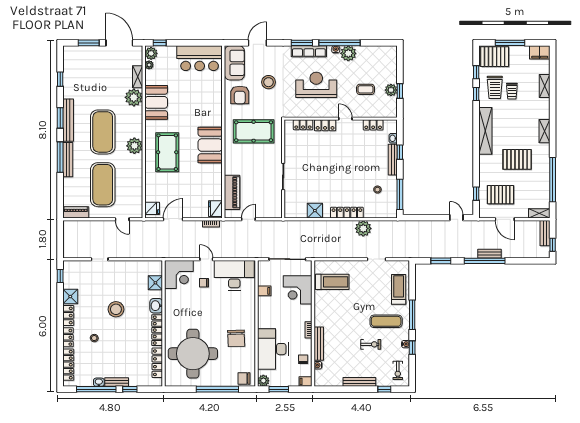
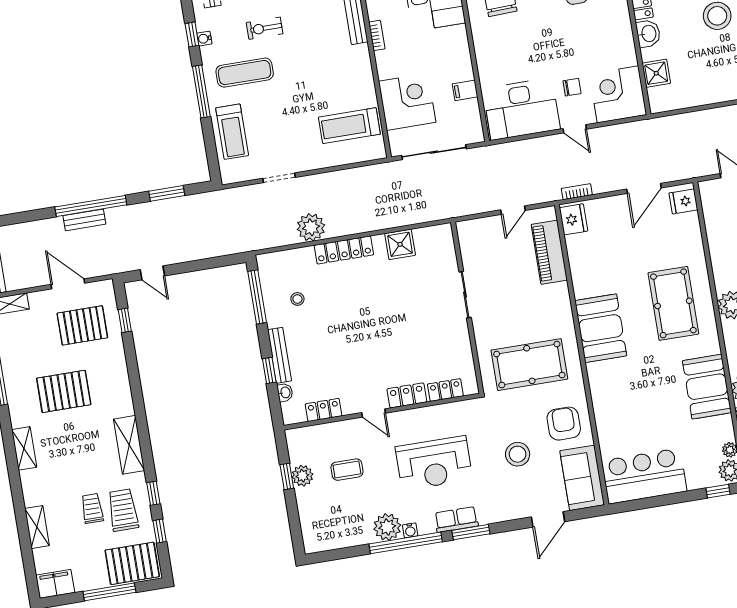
row of seats: (309, 51) -> (456, 519), width x0.68
shelving: (485, 131) -> (129, 445), width x0.68

